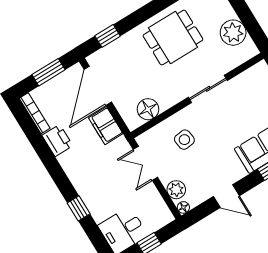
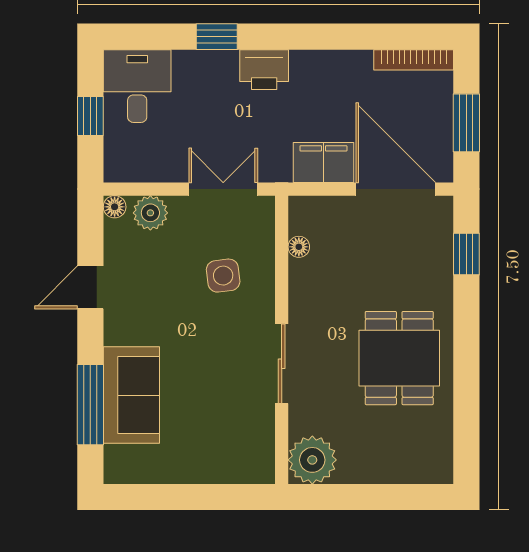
plant: (233, 33) -> (312, 460), moved
floor lamp: (148, 109) -> (299, 247), width x0.53, depth x0.53
printer: (57, 141) -> (264, 70), moved

